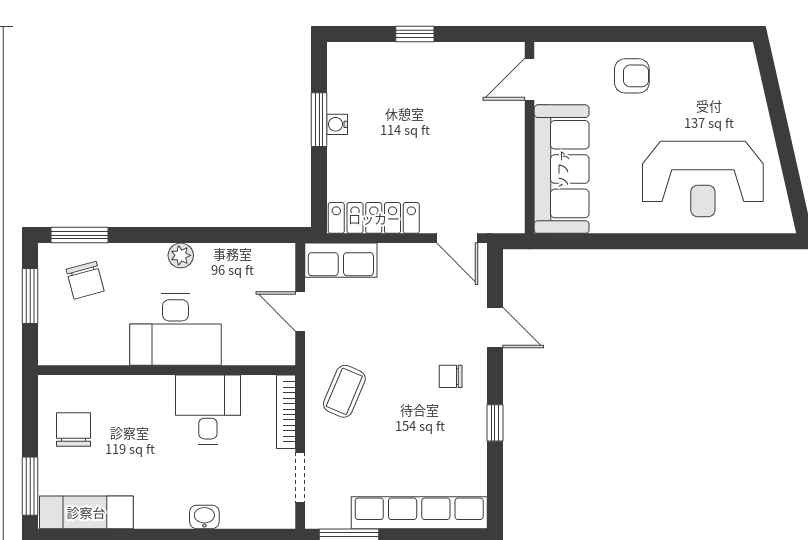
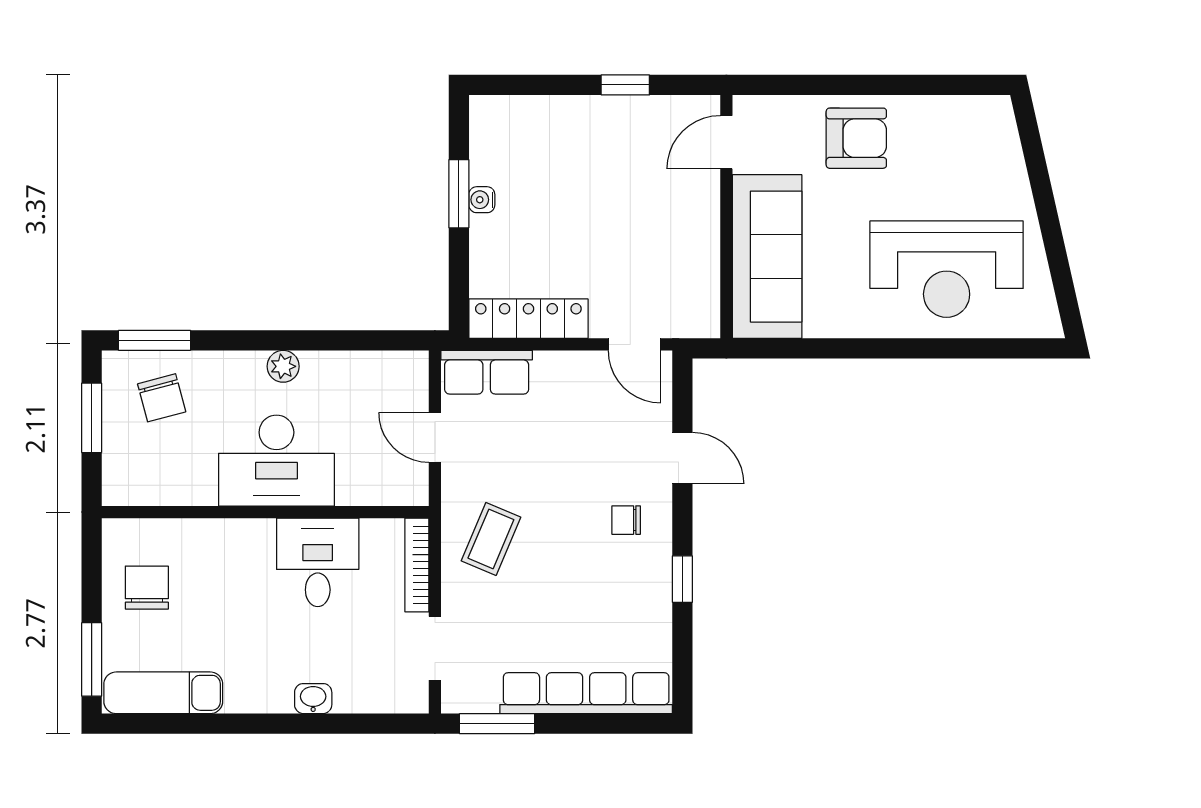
window: (415, 34) -> (625, 85), moved
armchair: (632, 76) -> (856, 138), width x1.38, depth x1.38

